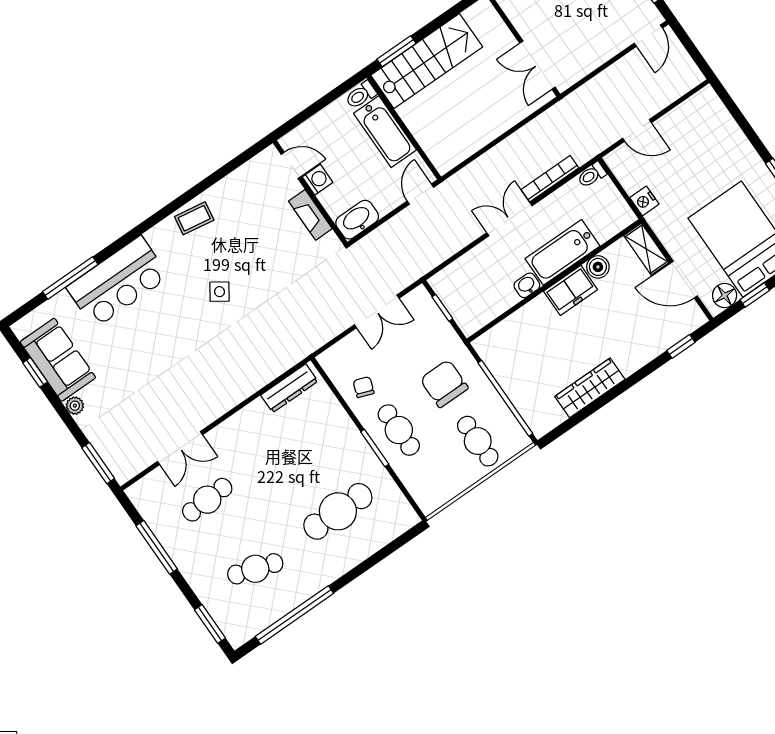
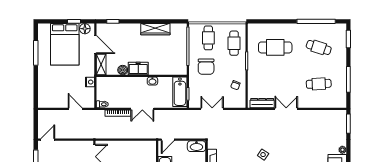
bathtub: (563, 252) -> (180, 92), moved, turned 90
cafe table: (399, 430) -> (234, 43), moved
double door: (180, 448) -> (286, 109), moved

